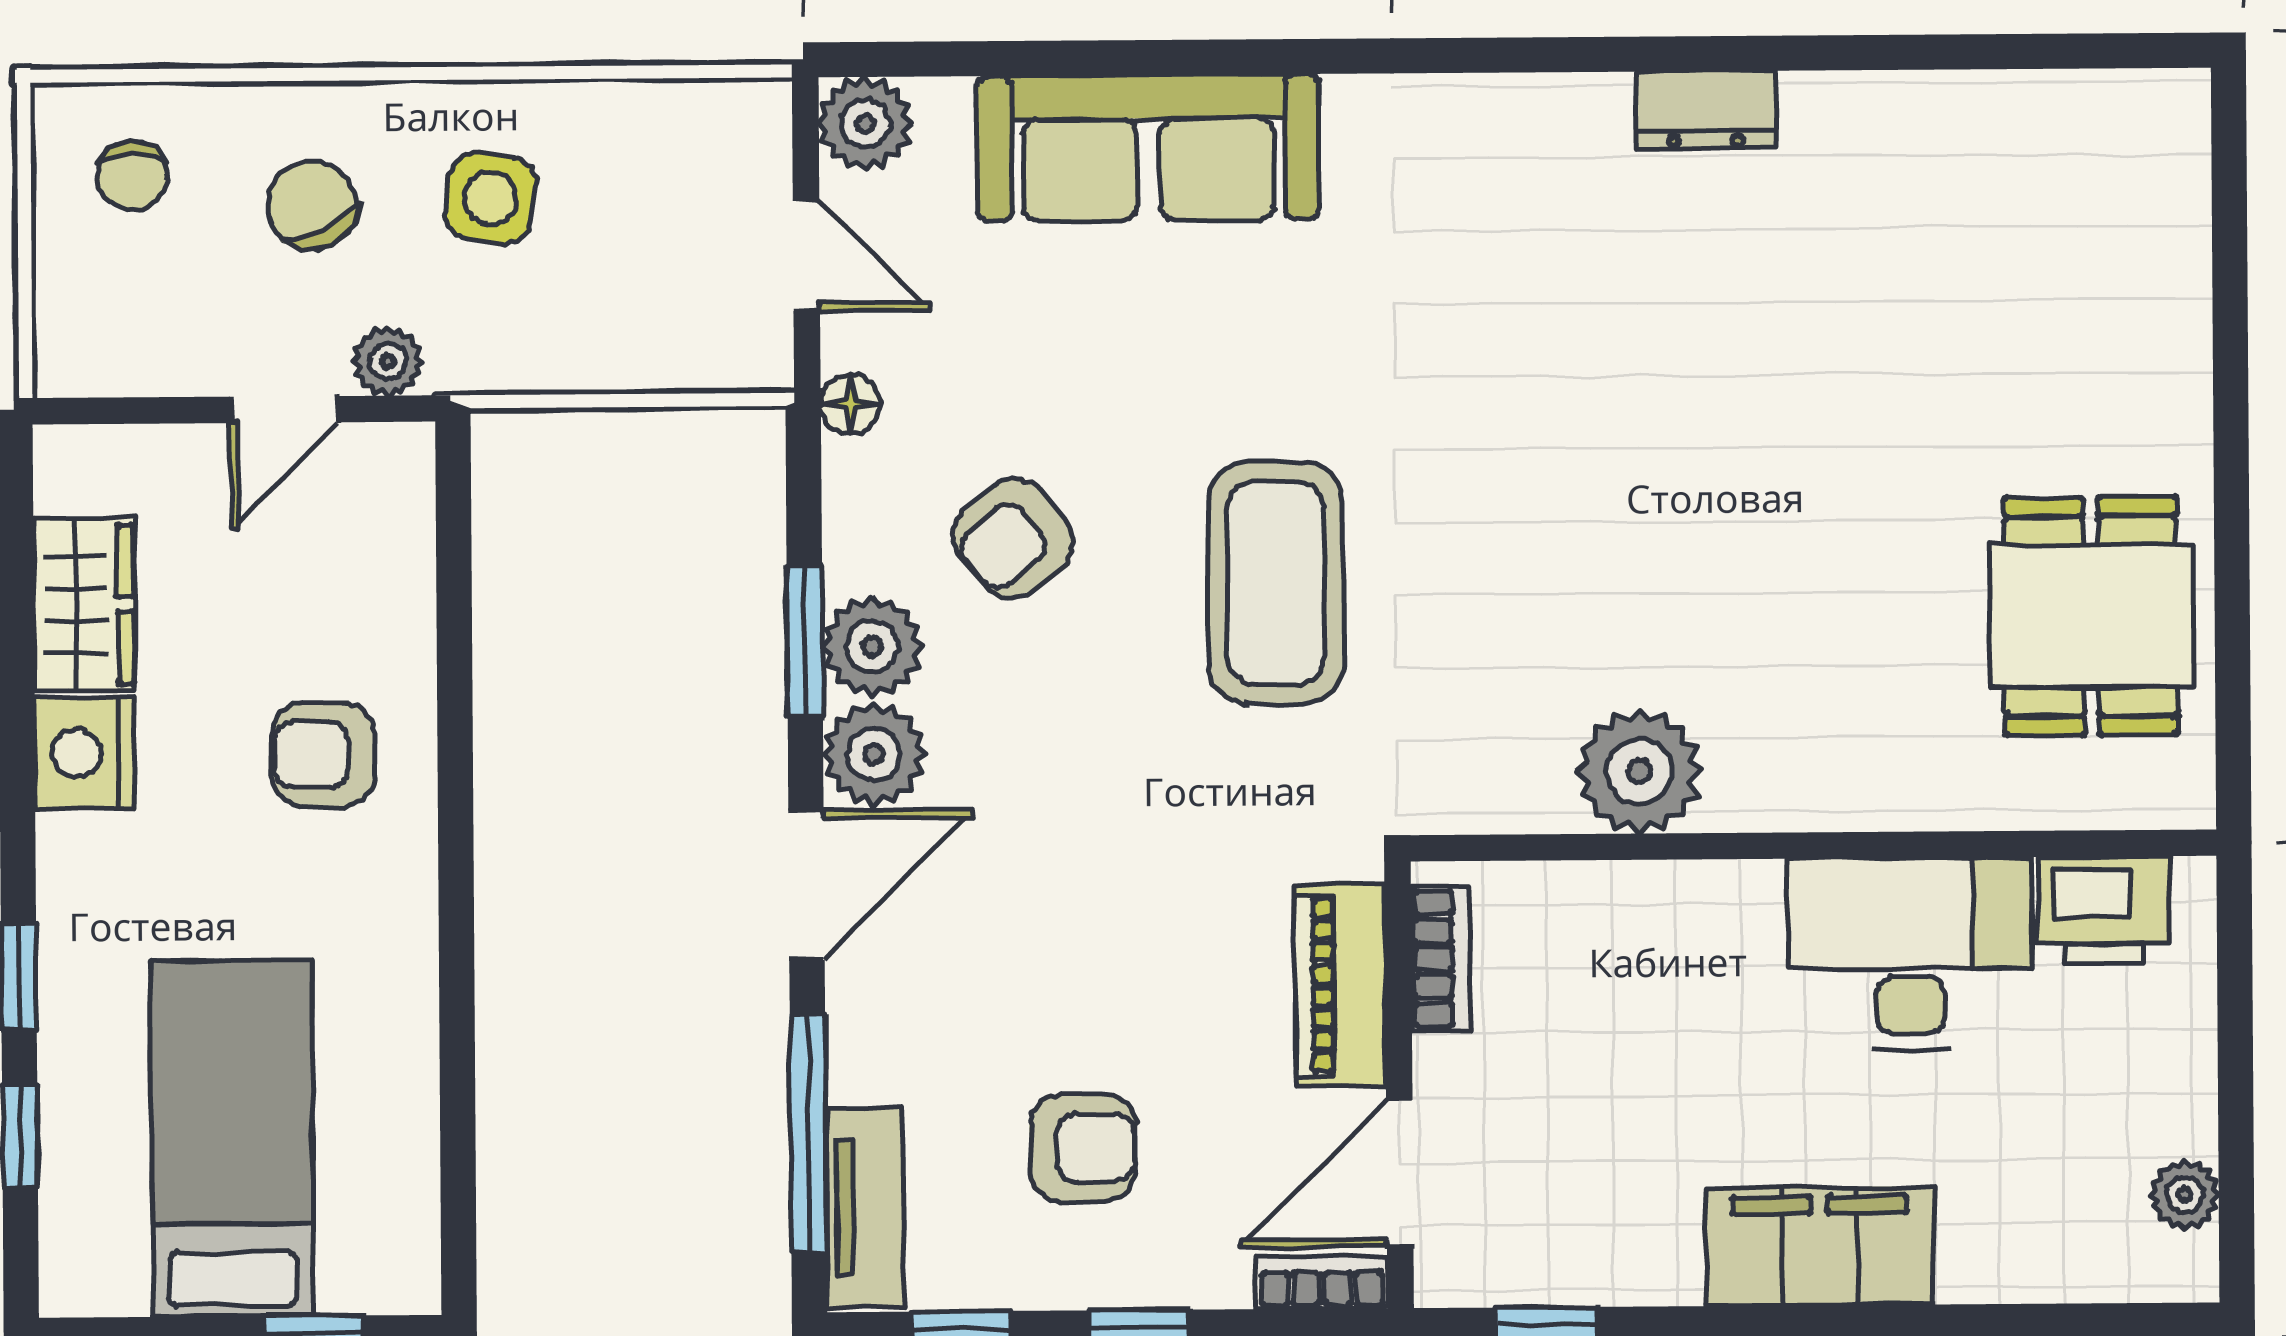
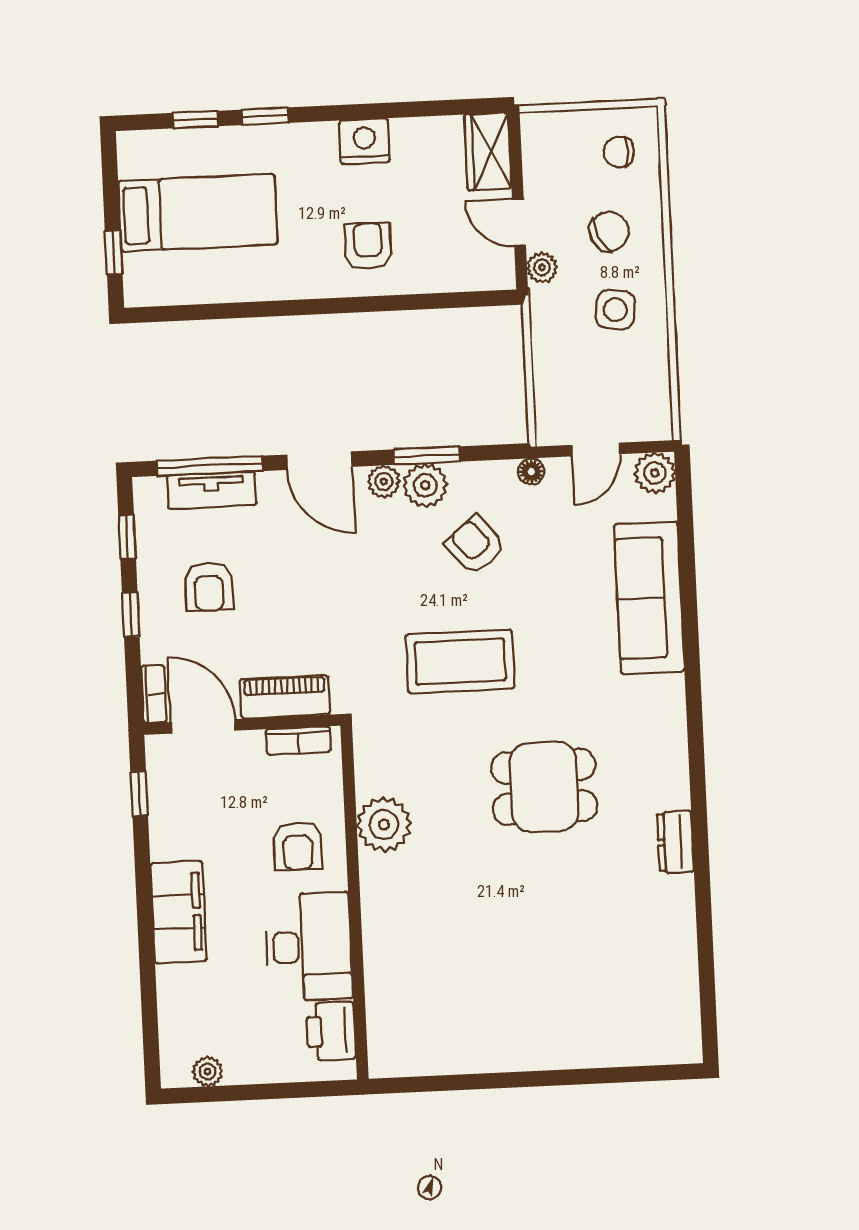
wardrobe: (84, 604) -> (488, 151), moved, turned 90
dining table: (2091, 616) -> (544, 787), moved
plant: (874, 754) -> (384, 482), width x0.73, depth x0.73
armchair: (1680, 970) -> (298, 846), added
tv unit: (865, 1207) -> (212, 490), moved

